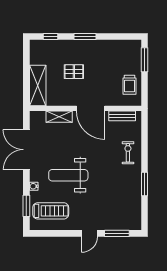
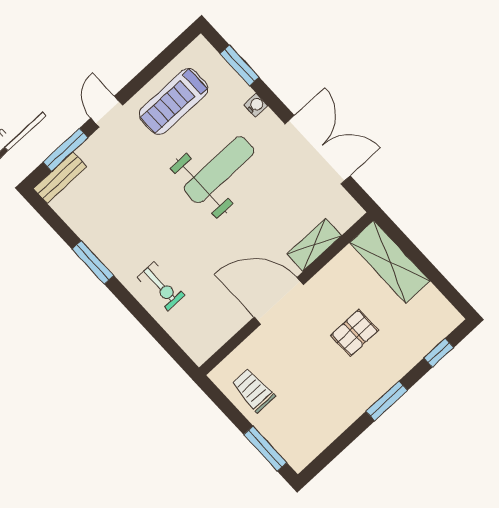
bench: (122, 116) -> (60, 178), moved
treadmill: (51, 211) -> (174, 102), moved

